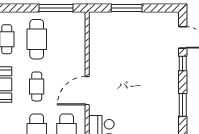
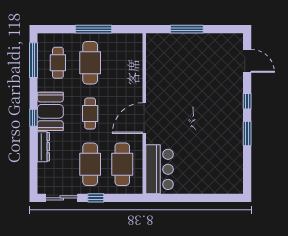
window: (56, 8) -> (93, 29), moved
window: (183, 64) -> (247, 101), moved

